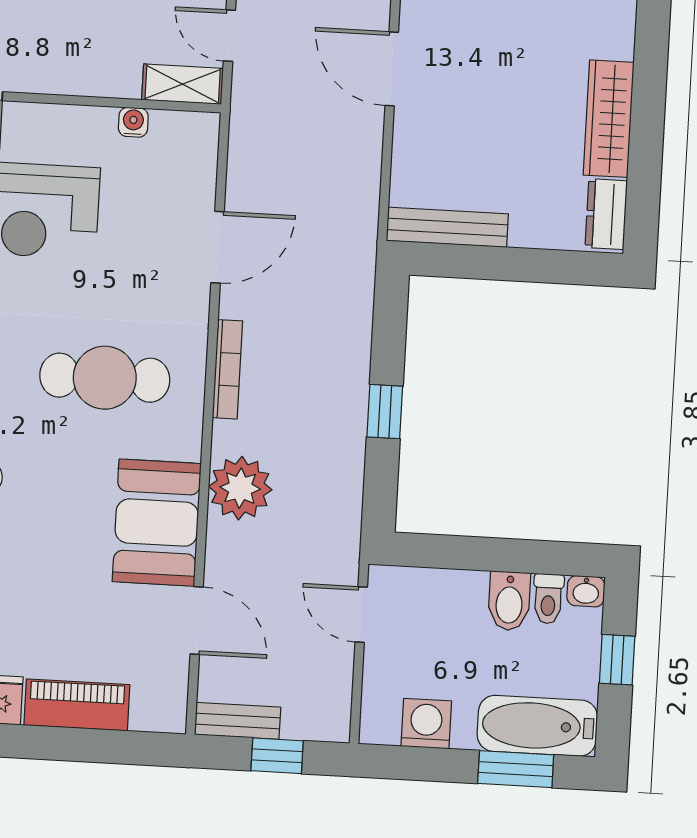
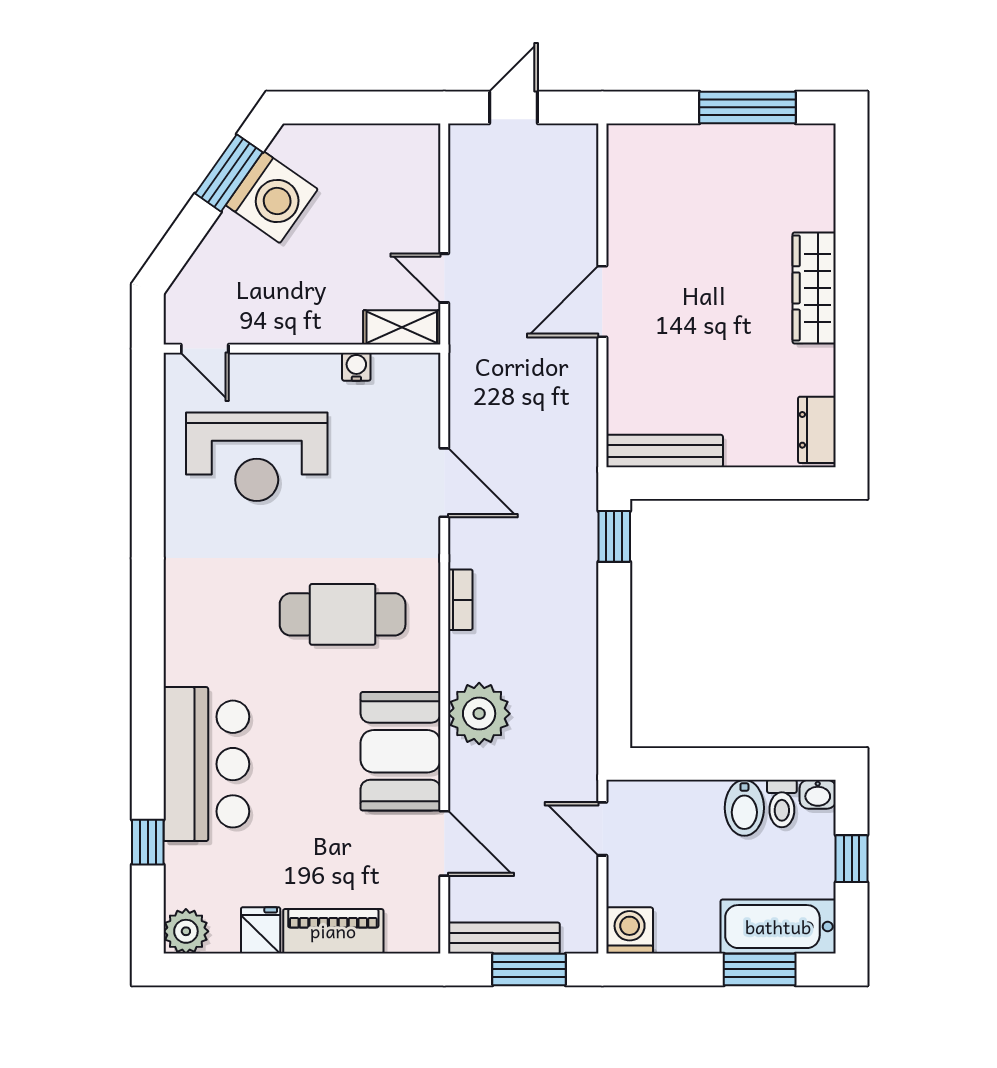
door: (392, 69) -> (602, 301), hinge flipped
wardrobe: (609, 119) -> (814, 288), moved
door: (218, 247) -> (444, 483), hinge flipped
bookcase: (227, 369) -> (460, 600), width x0.64
window: (385, 412) -> (614, 536), moved
bench: (238, 721) -> (504, 938), width x1.36
washing machine: (426, 724) -> (630, 930), moved
window: (277, 756) -> (529, 969), width x1.50

